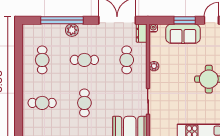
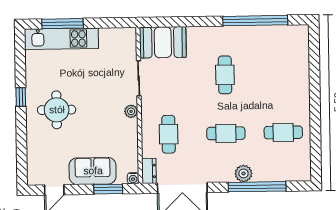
window: (185, 20) -> (108, 189), moved
cafe table: (42, 60) -> (283, 132), turned 90
plant: (154, 66) -> (131, 111), moved
cafe table: (42, 103) -> (282, 74), removed

